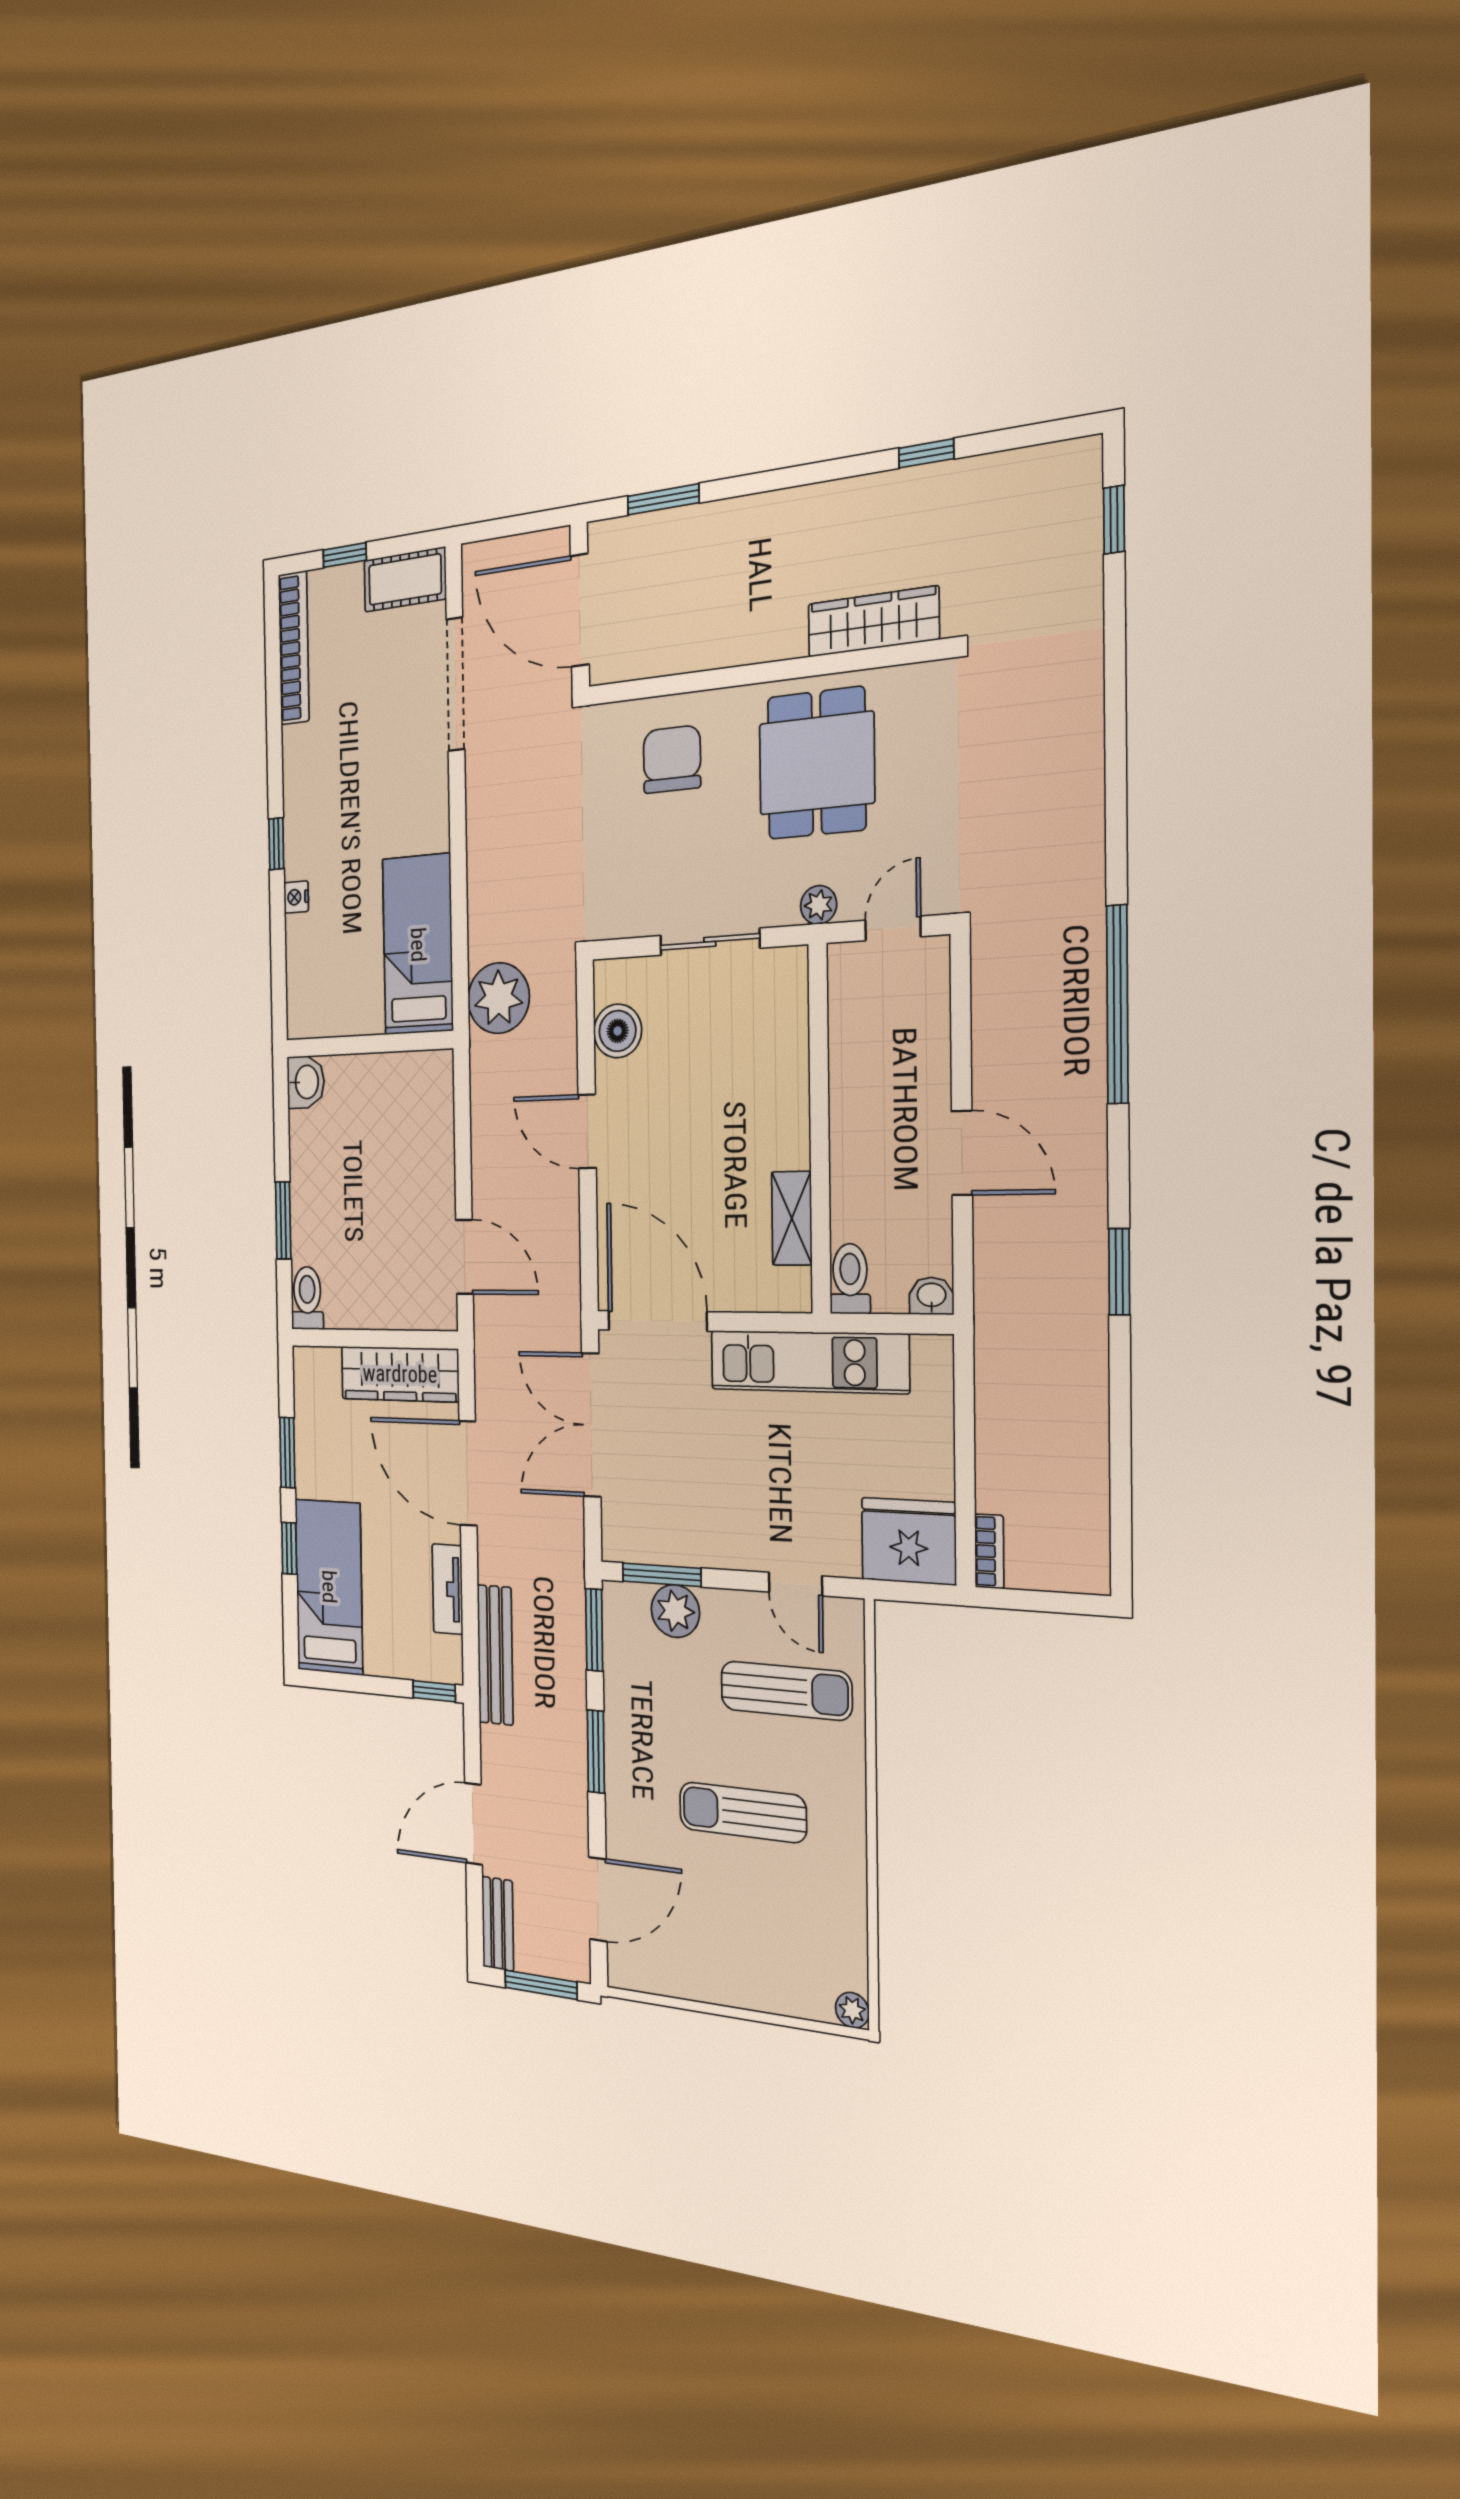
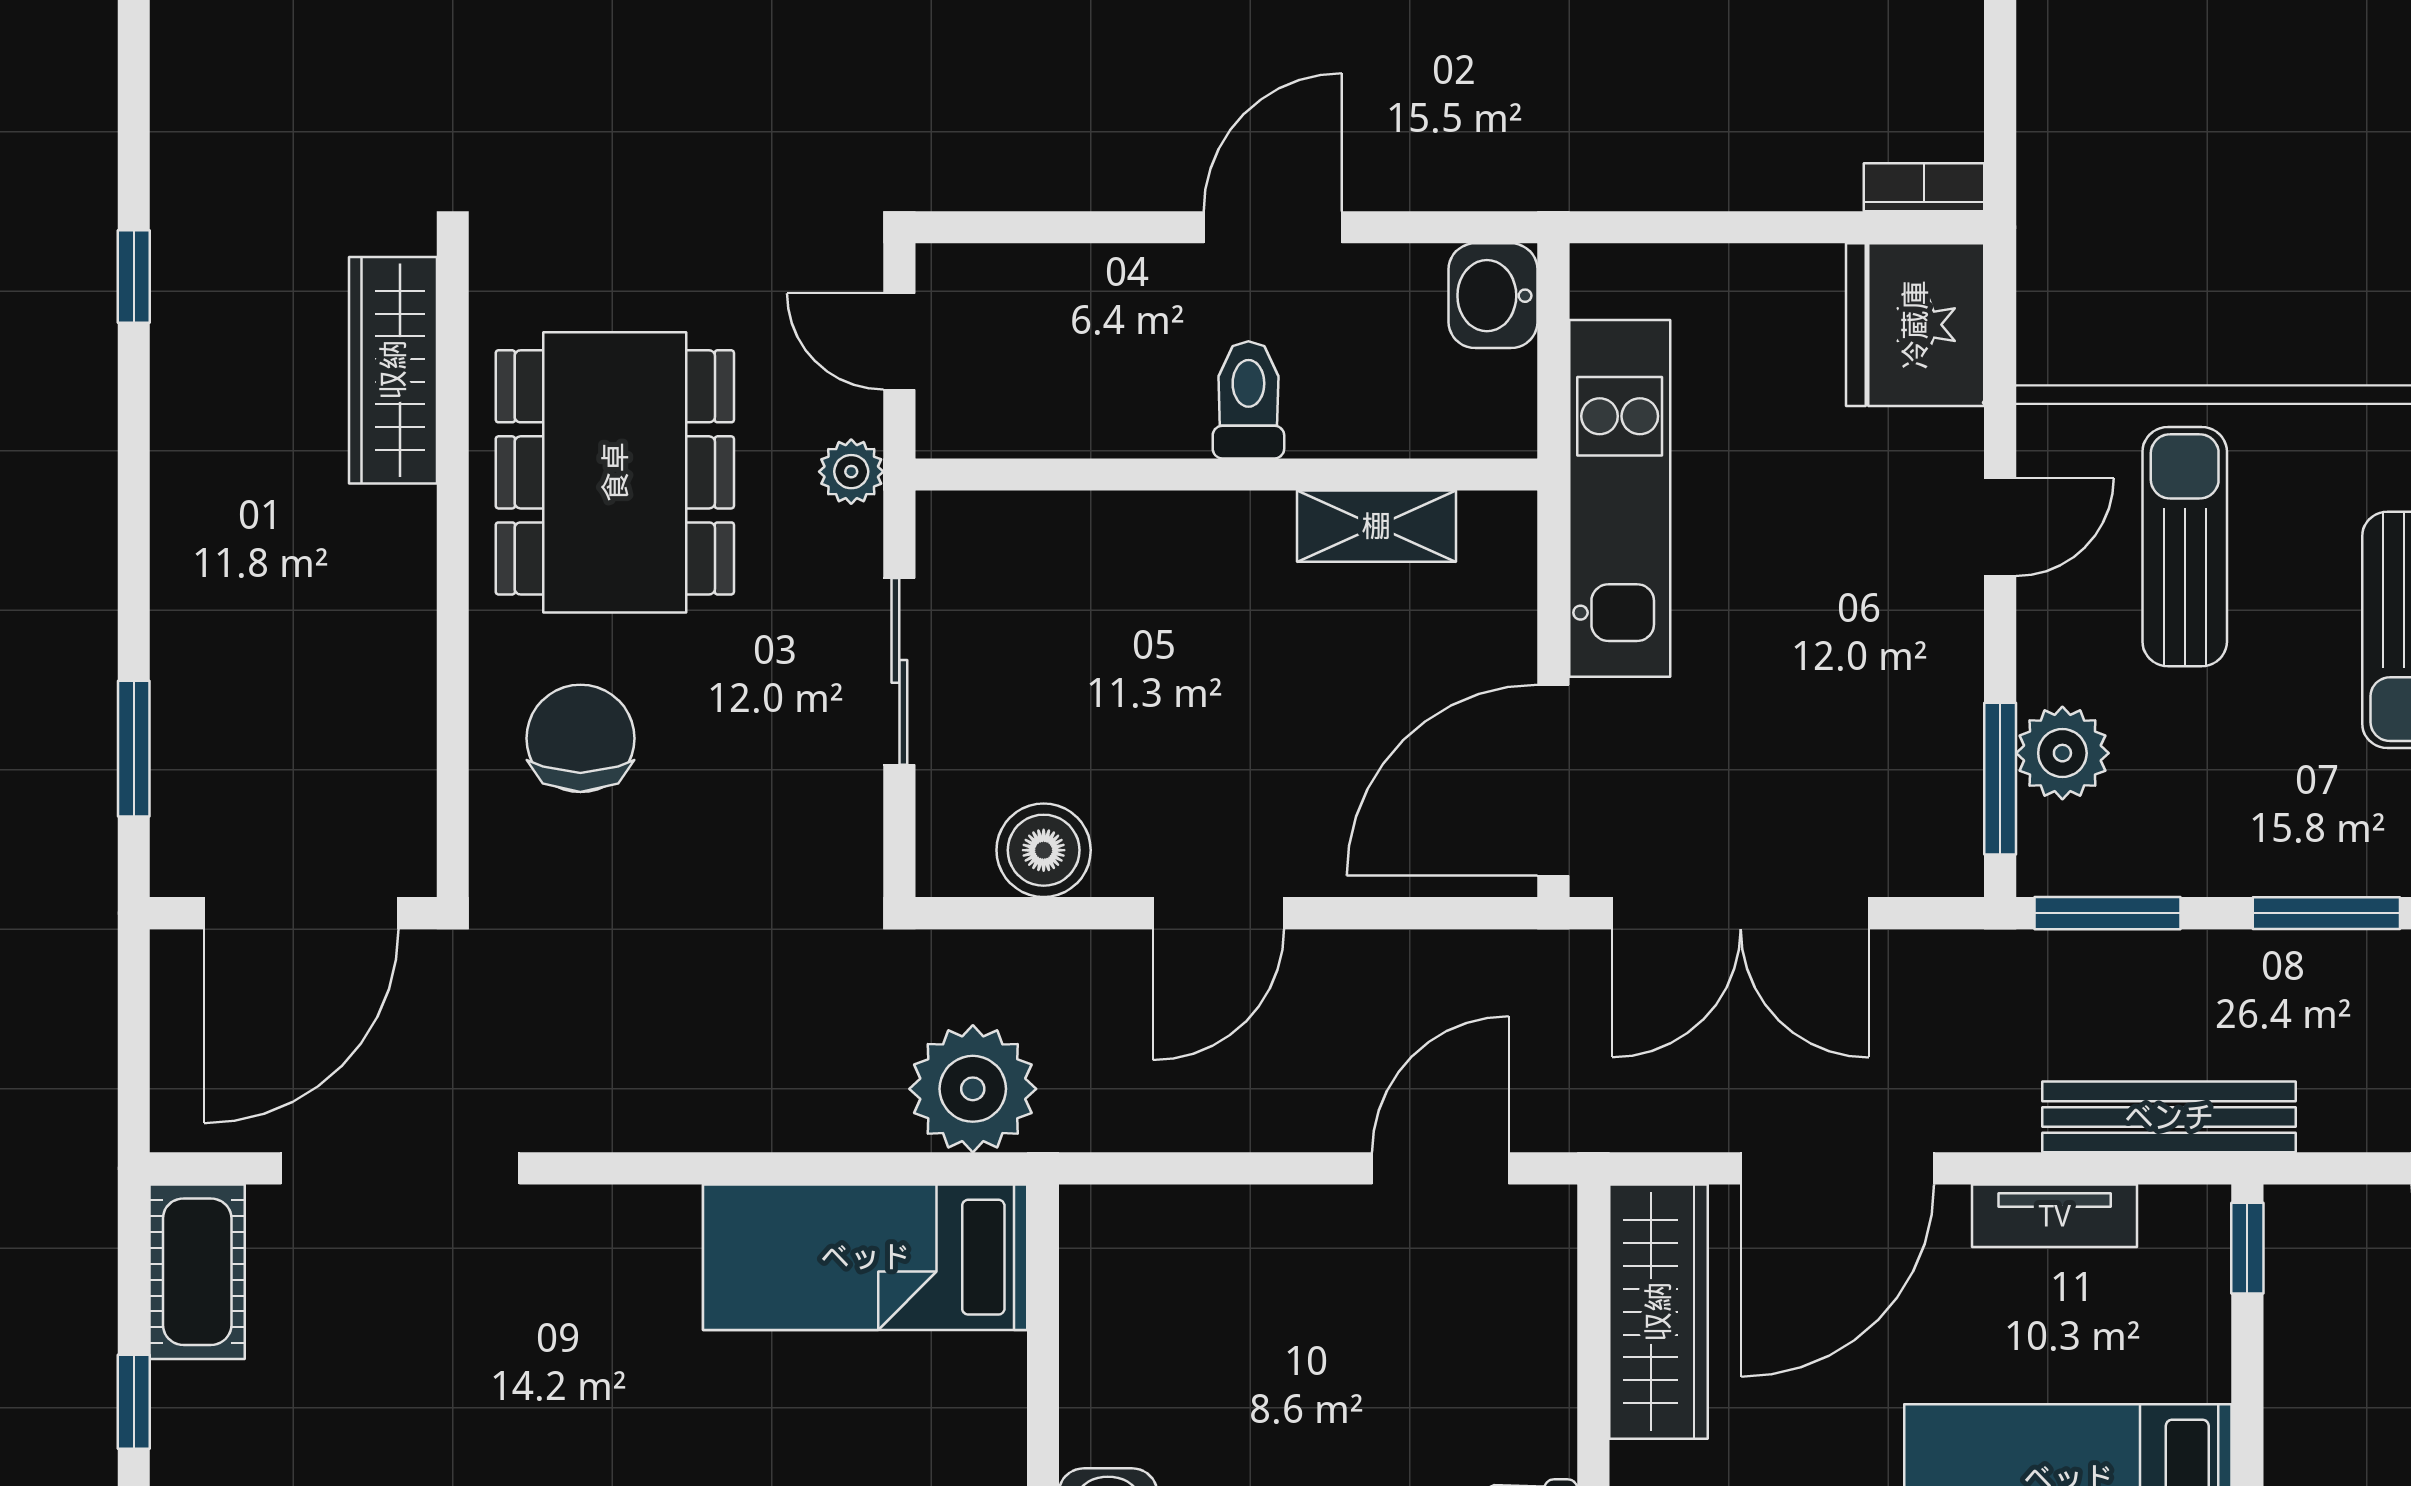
chair: (672, 759) -> (580, 738), turned 90
dining table: (817, 763) -> (615, 472), width x1.37
toilet: (850, 1279) -> (1248, 400), moved, turned 90
washbasin: (932, 1296) -> (1493, 296), width x1.38, depth x1.45

